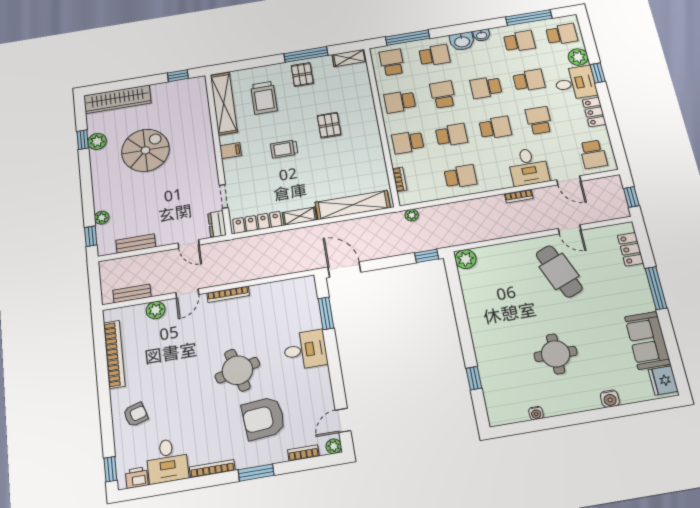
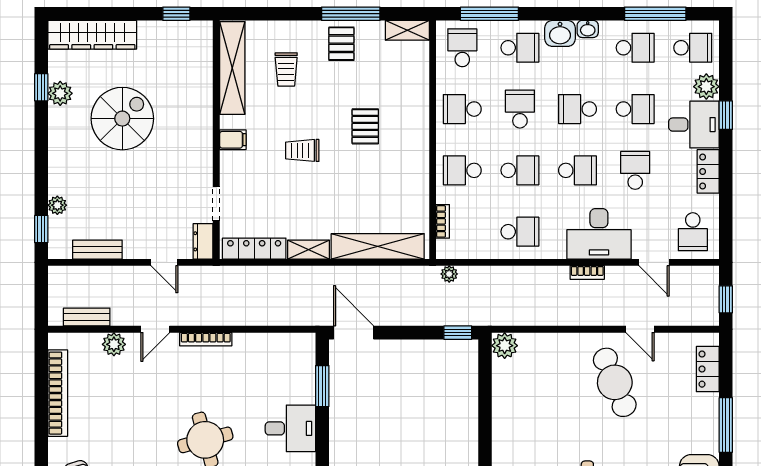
trolley: (264, 98) -> (286, 69), width x0.73, depth x0.72
desk: (528, 167) -> (599, 234), width x1.37

